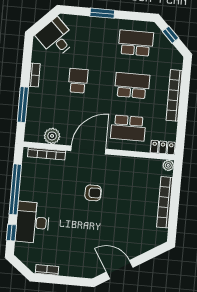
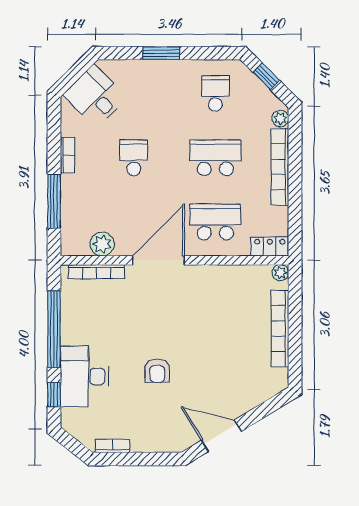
school desk: (136, 43) -> (215, 94), width x0.54
plant: (177, 63) -> (280, 118), added
school desk: (128, 128) -> (215, 222), turned 180
armchair: (93, 193) -> (157, 371), moved, turned 90

